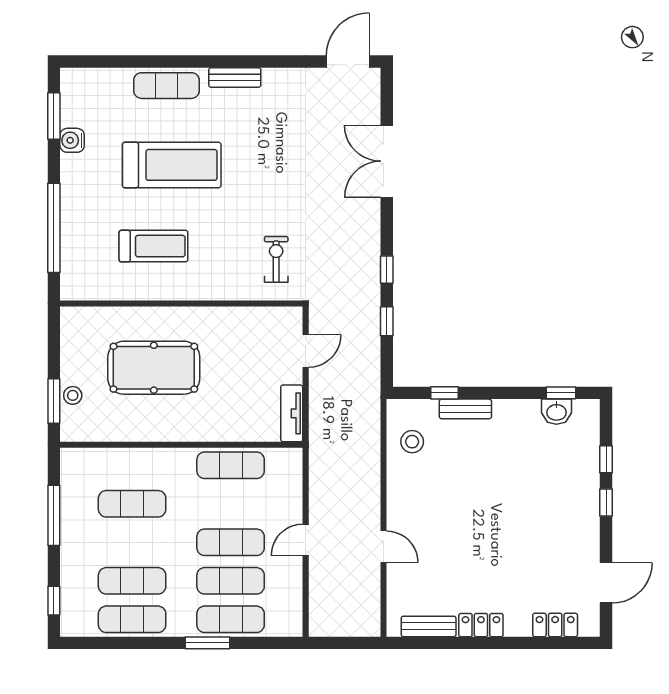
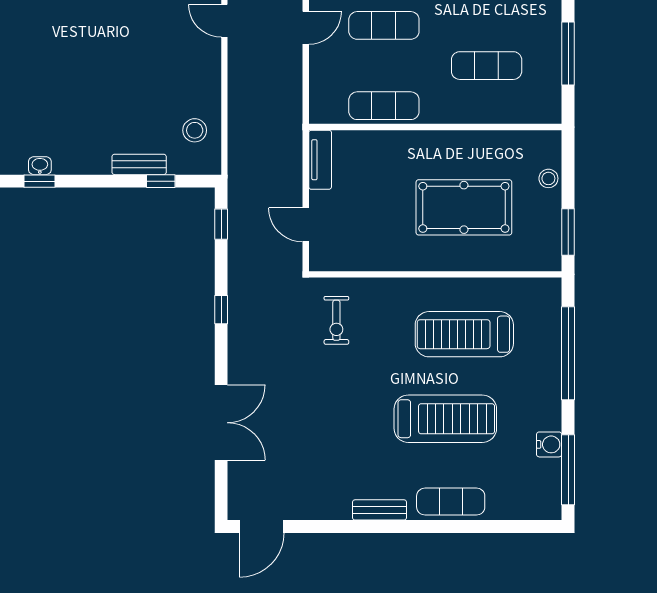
window: (54, 116) -> (568, 470), width x1.44
treadmill: (172, 165) -> (445, 419), turned 180
treadmill: (153, 246) -> (464, 334), width x1.37, depth x1.38
window: (387, 321) -> (221, 224), moved
door: (306, 351) -> (306, 225), hinge flipped
window: (54, 401) -> (568, 232), moved
washbasin: (556, 412) -> (40, 166), width x0.72, depth x0.69

